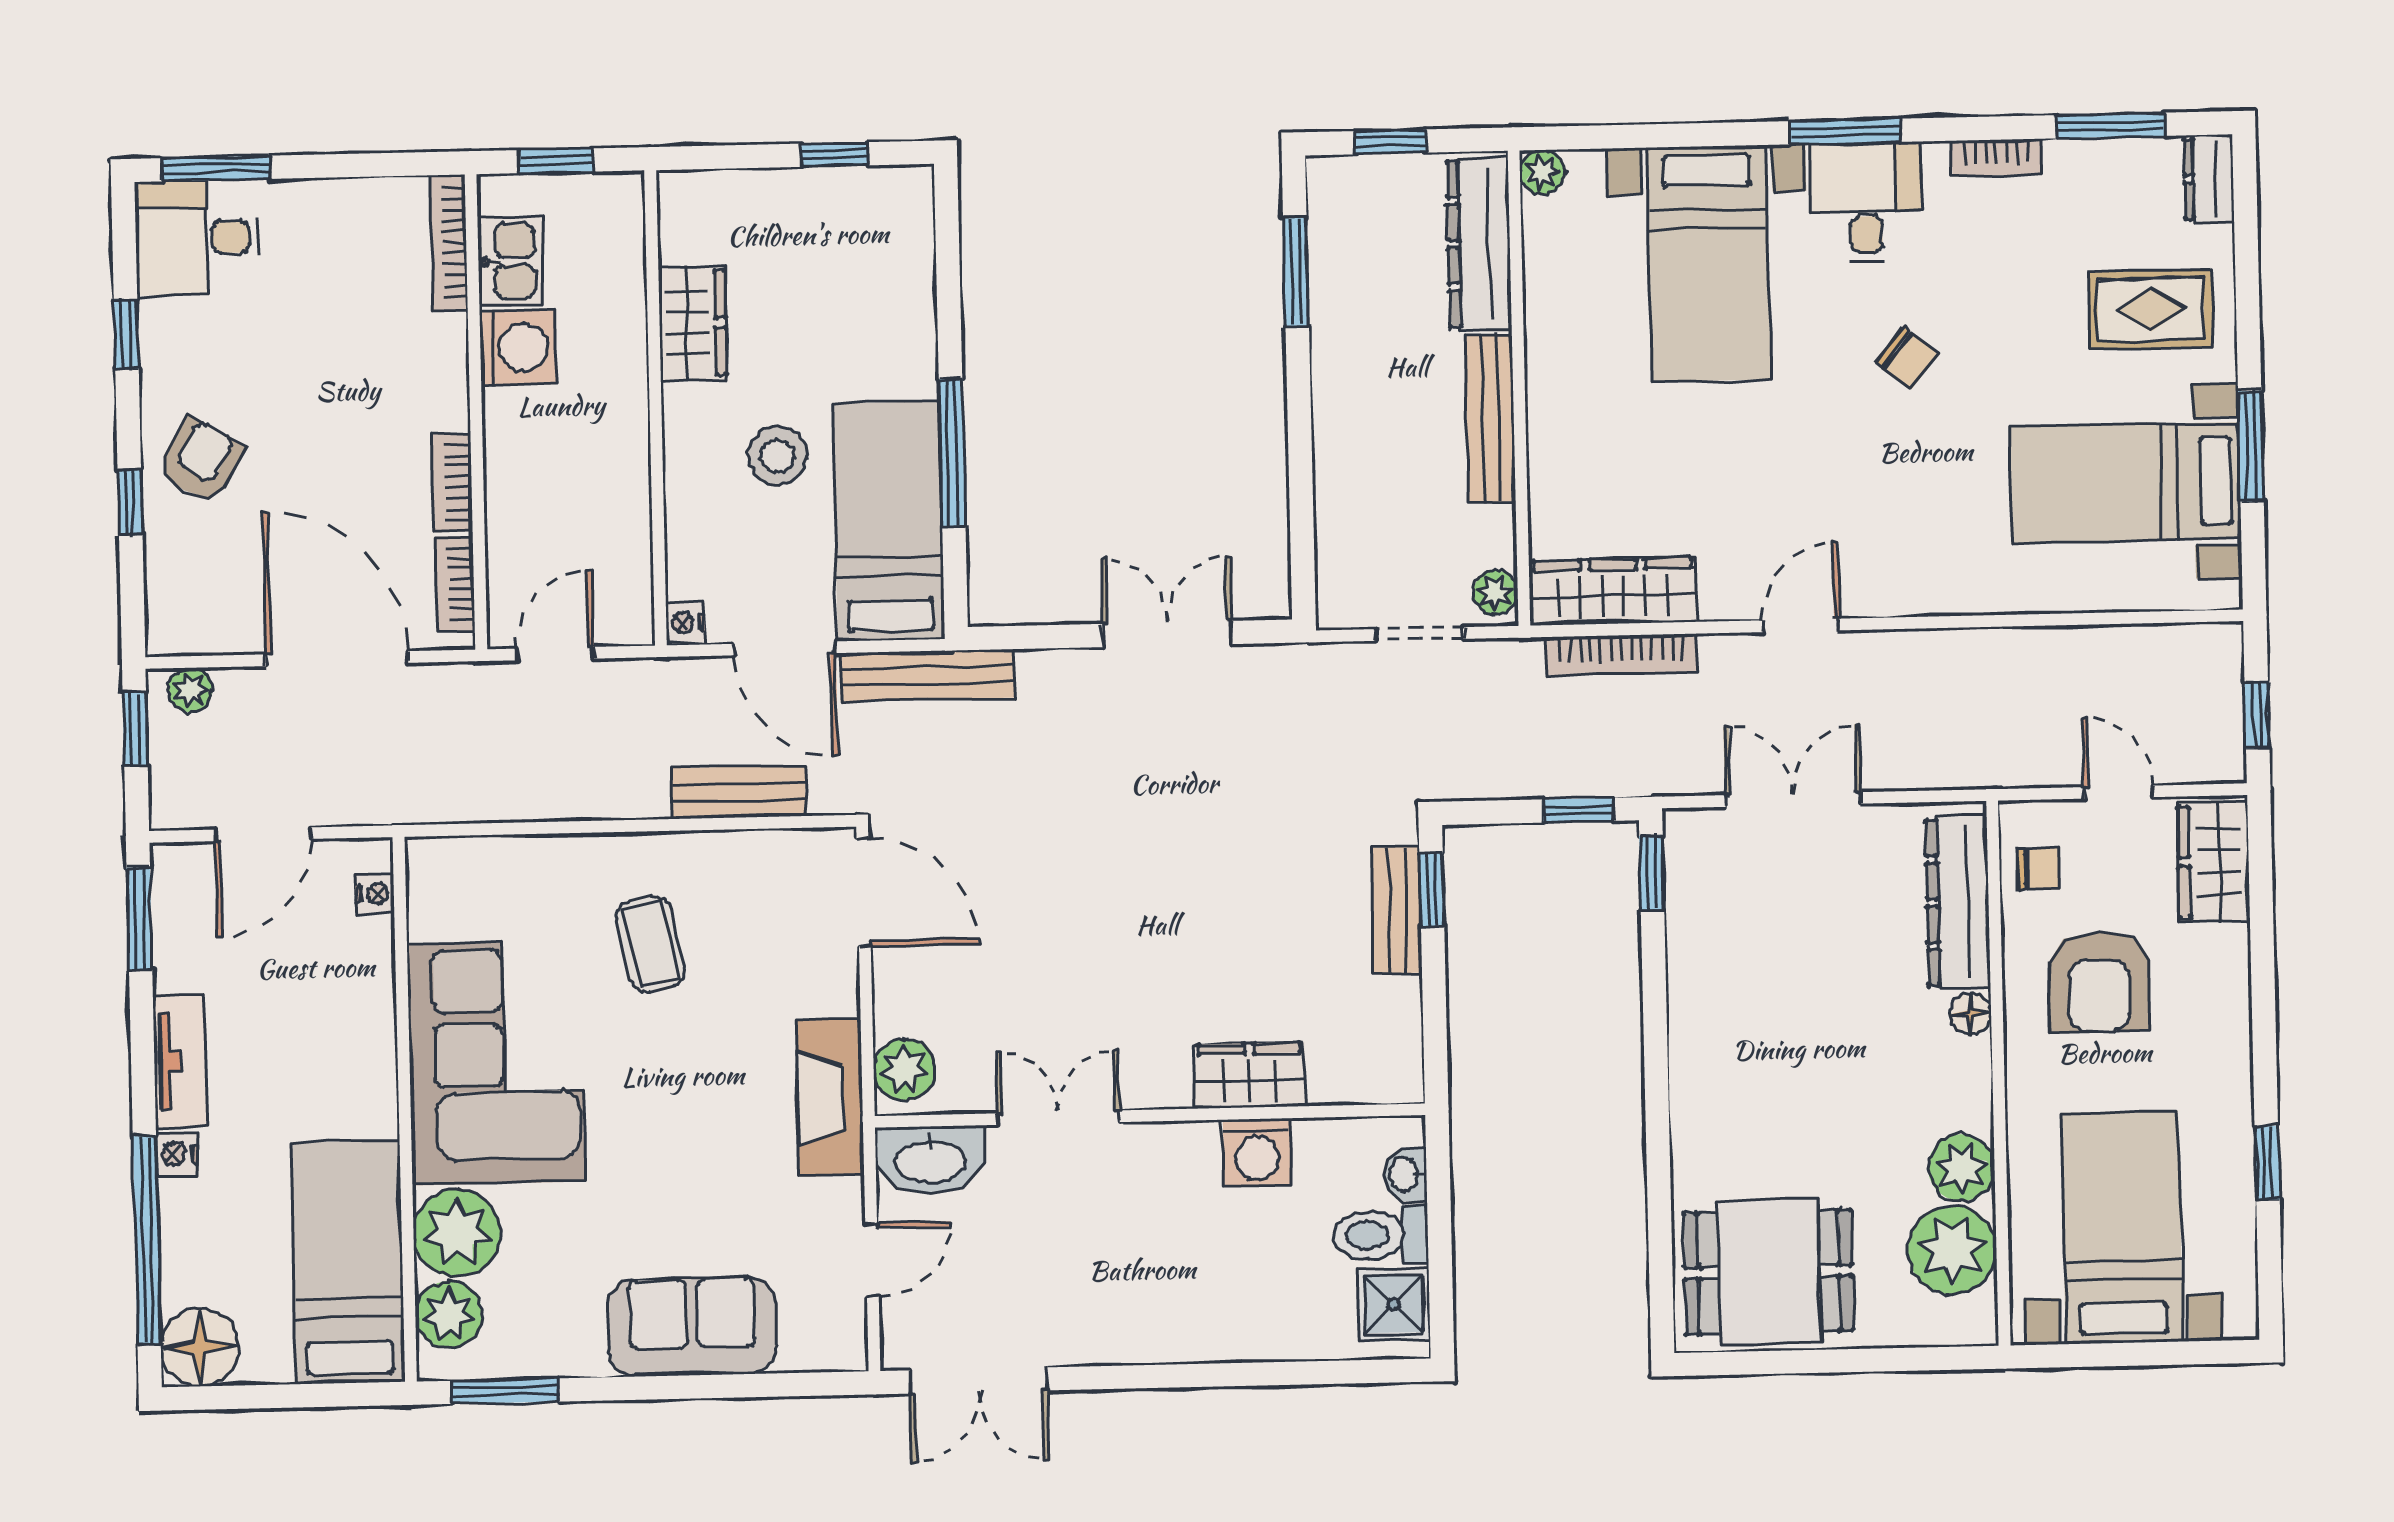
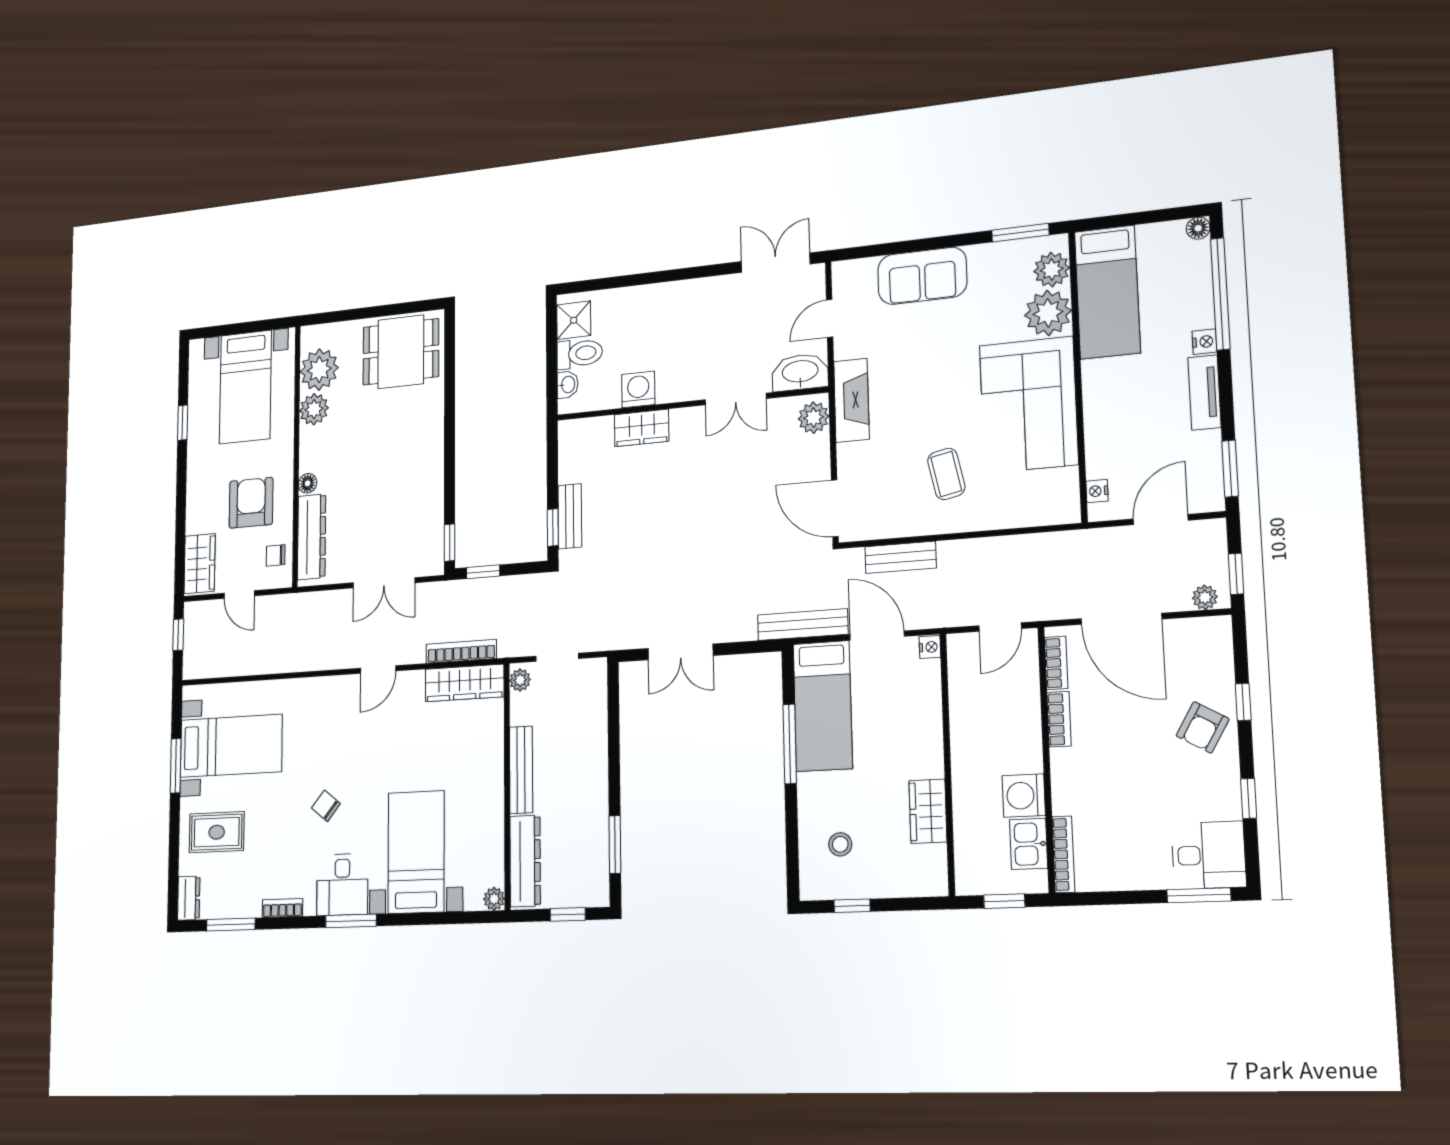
stool: (777, 456) -> (840, 844), moved, width x0.73, depth x0.73
floor lamp: (200, 1347) -> (1198, 228), width x0.53, depth x0.53

